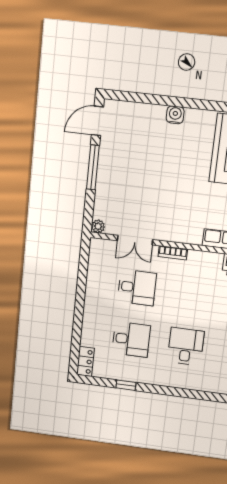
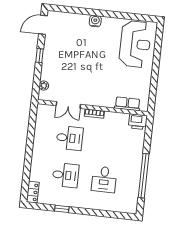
window: (93, 167) -> (40, 56), width x0.46
plant: (98, 226) -> (44, 86), moved
desk: (186, 346) -> (104, 179), turned 180

